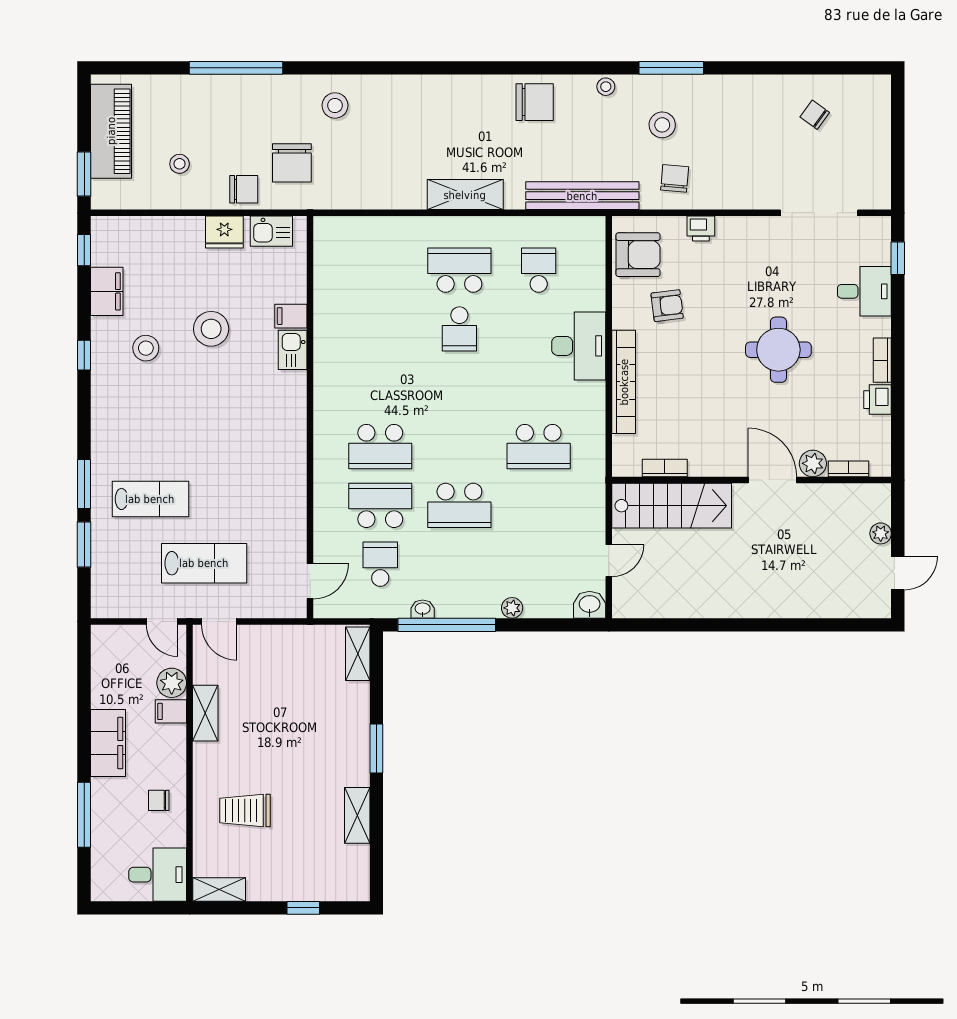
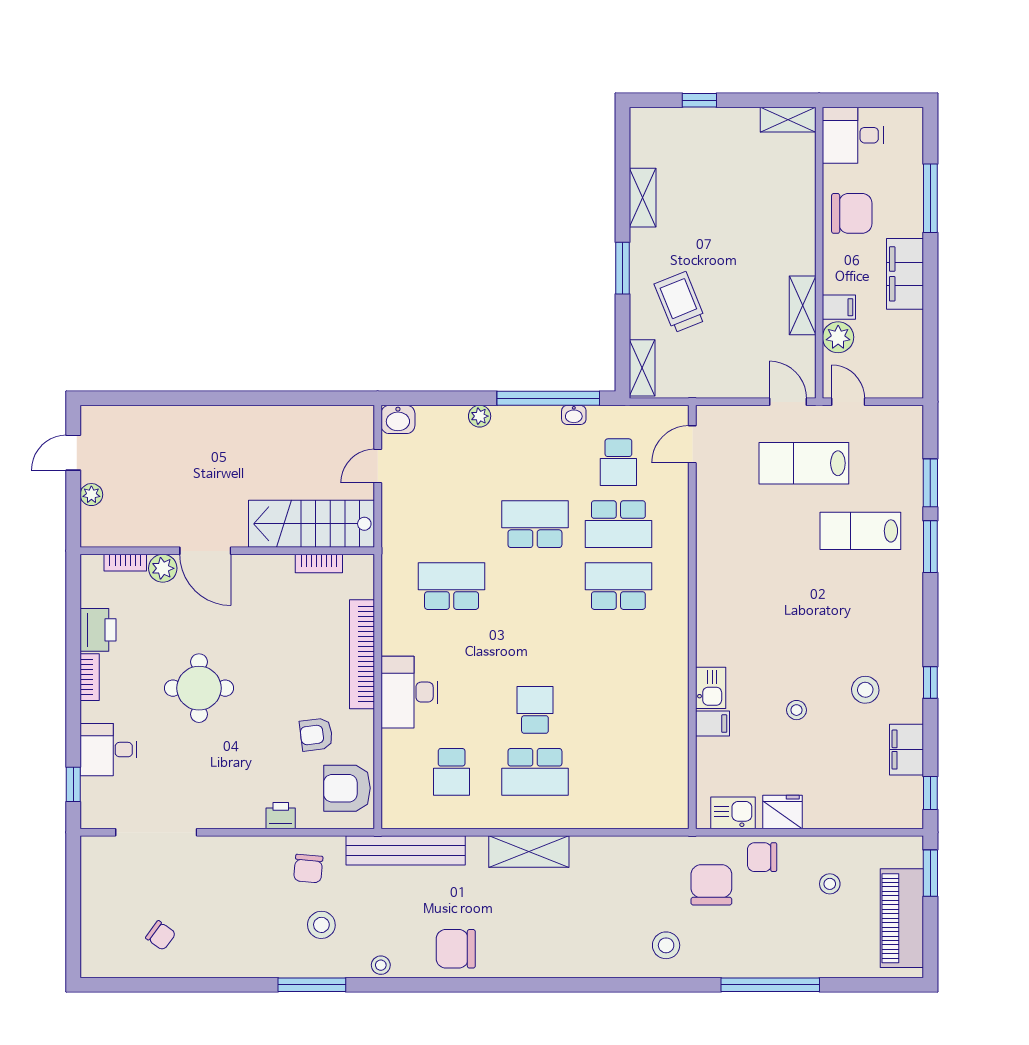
stool: (211, 329) -> (797, 710), width x0.53, depth x0.53
printer: (878, 400) -> (98, 630), width x1.36, depth x1.24
chair: (159, 800) -> (852, 213), width x1.87, depth x1.87
trolley: (245, 810) -> (680, 302), moved, turned -112

